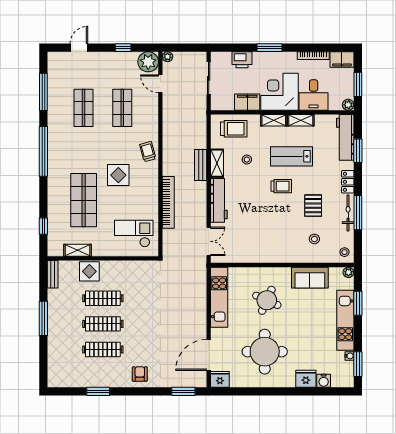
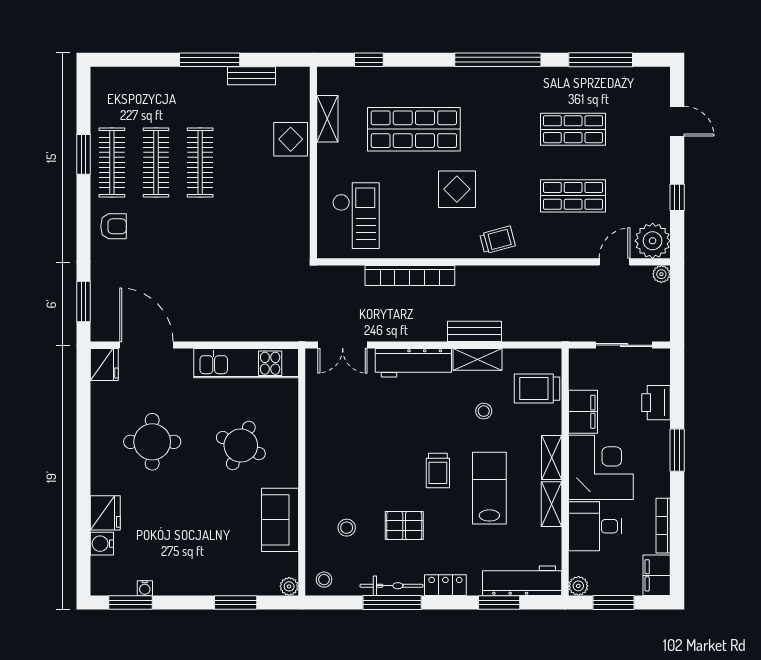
trolley: (234, 129) -> (537, 389), turned 90
bench: (53, 274) -> (251, 76), moved
clothes rail: (103, 298) -> (112, 163), moved
kitchen unit: (345, 320) -> (206, 581), removed
round table: (265, 352) -> (152, 442), width x0.73, depth x0.73

